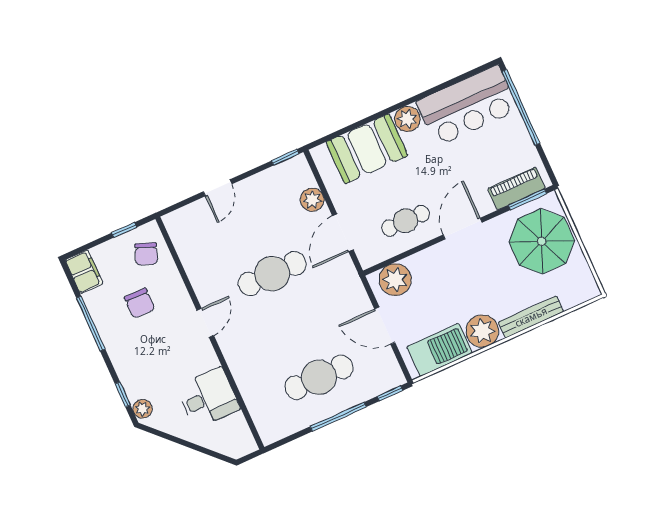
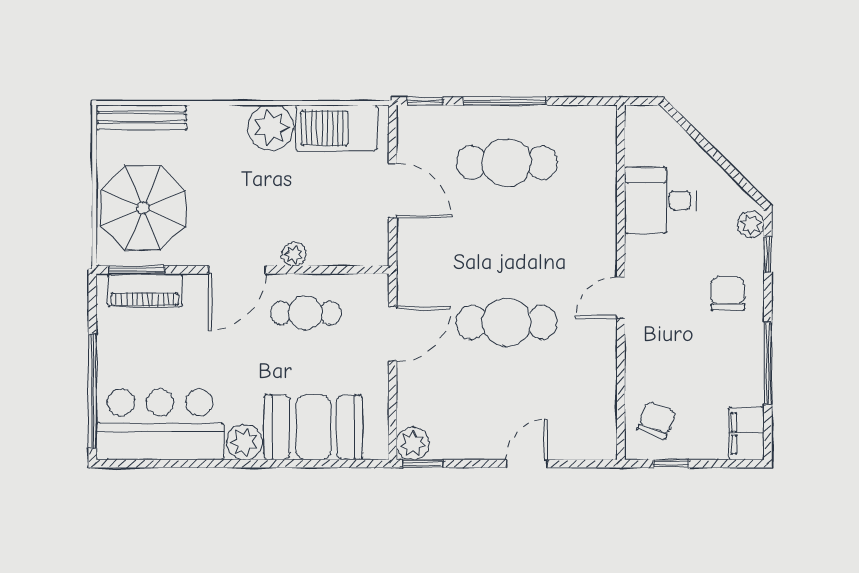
plant: (312, 200) -> (413, 443), moved
plant: (395, 280) -> (294, 254), moved, width x0.53, depth x0.53
chair: (140, 303) -> (728, 294), moved
bench: (531, 317) -> (141, 117), moved

